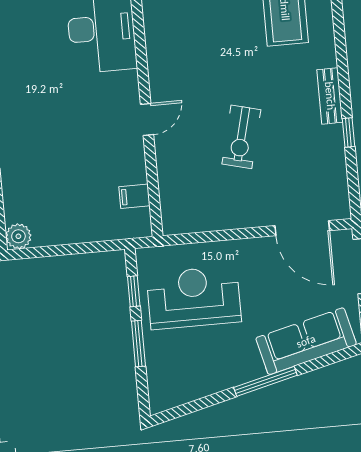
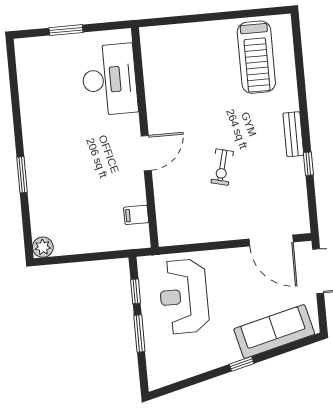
door: (147, 119) -> (146, 153), width x1.38
exercise bike: (241, 137) -> (222, 167), width x0.73, depth x0.72
reception desk: (194, 298) -> (184, 296), turned -90
window: (265, 381) -> (242, 364), width x0.46

